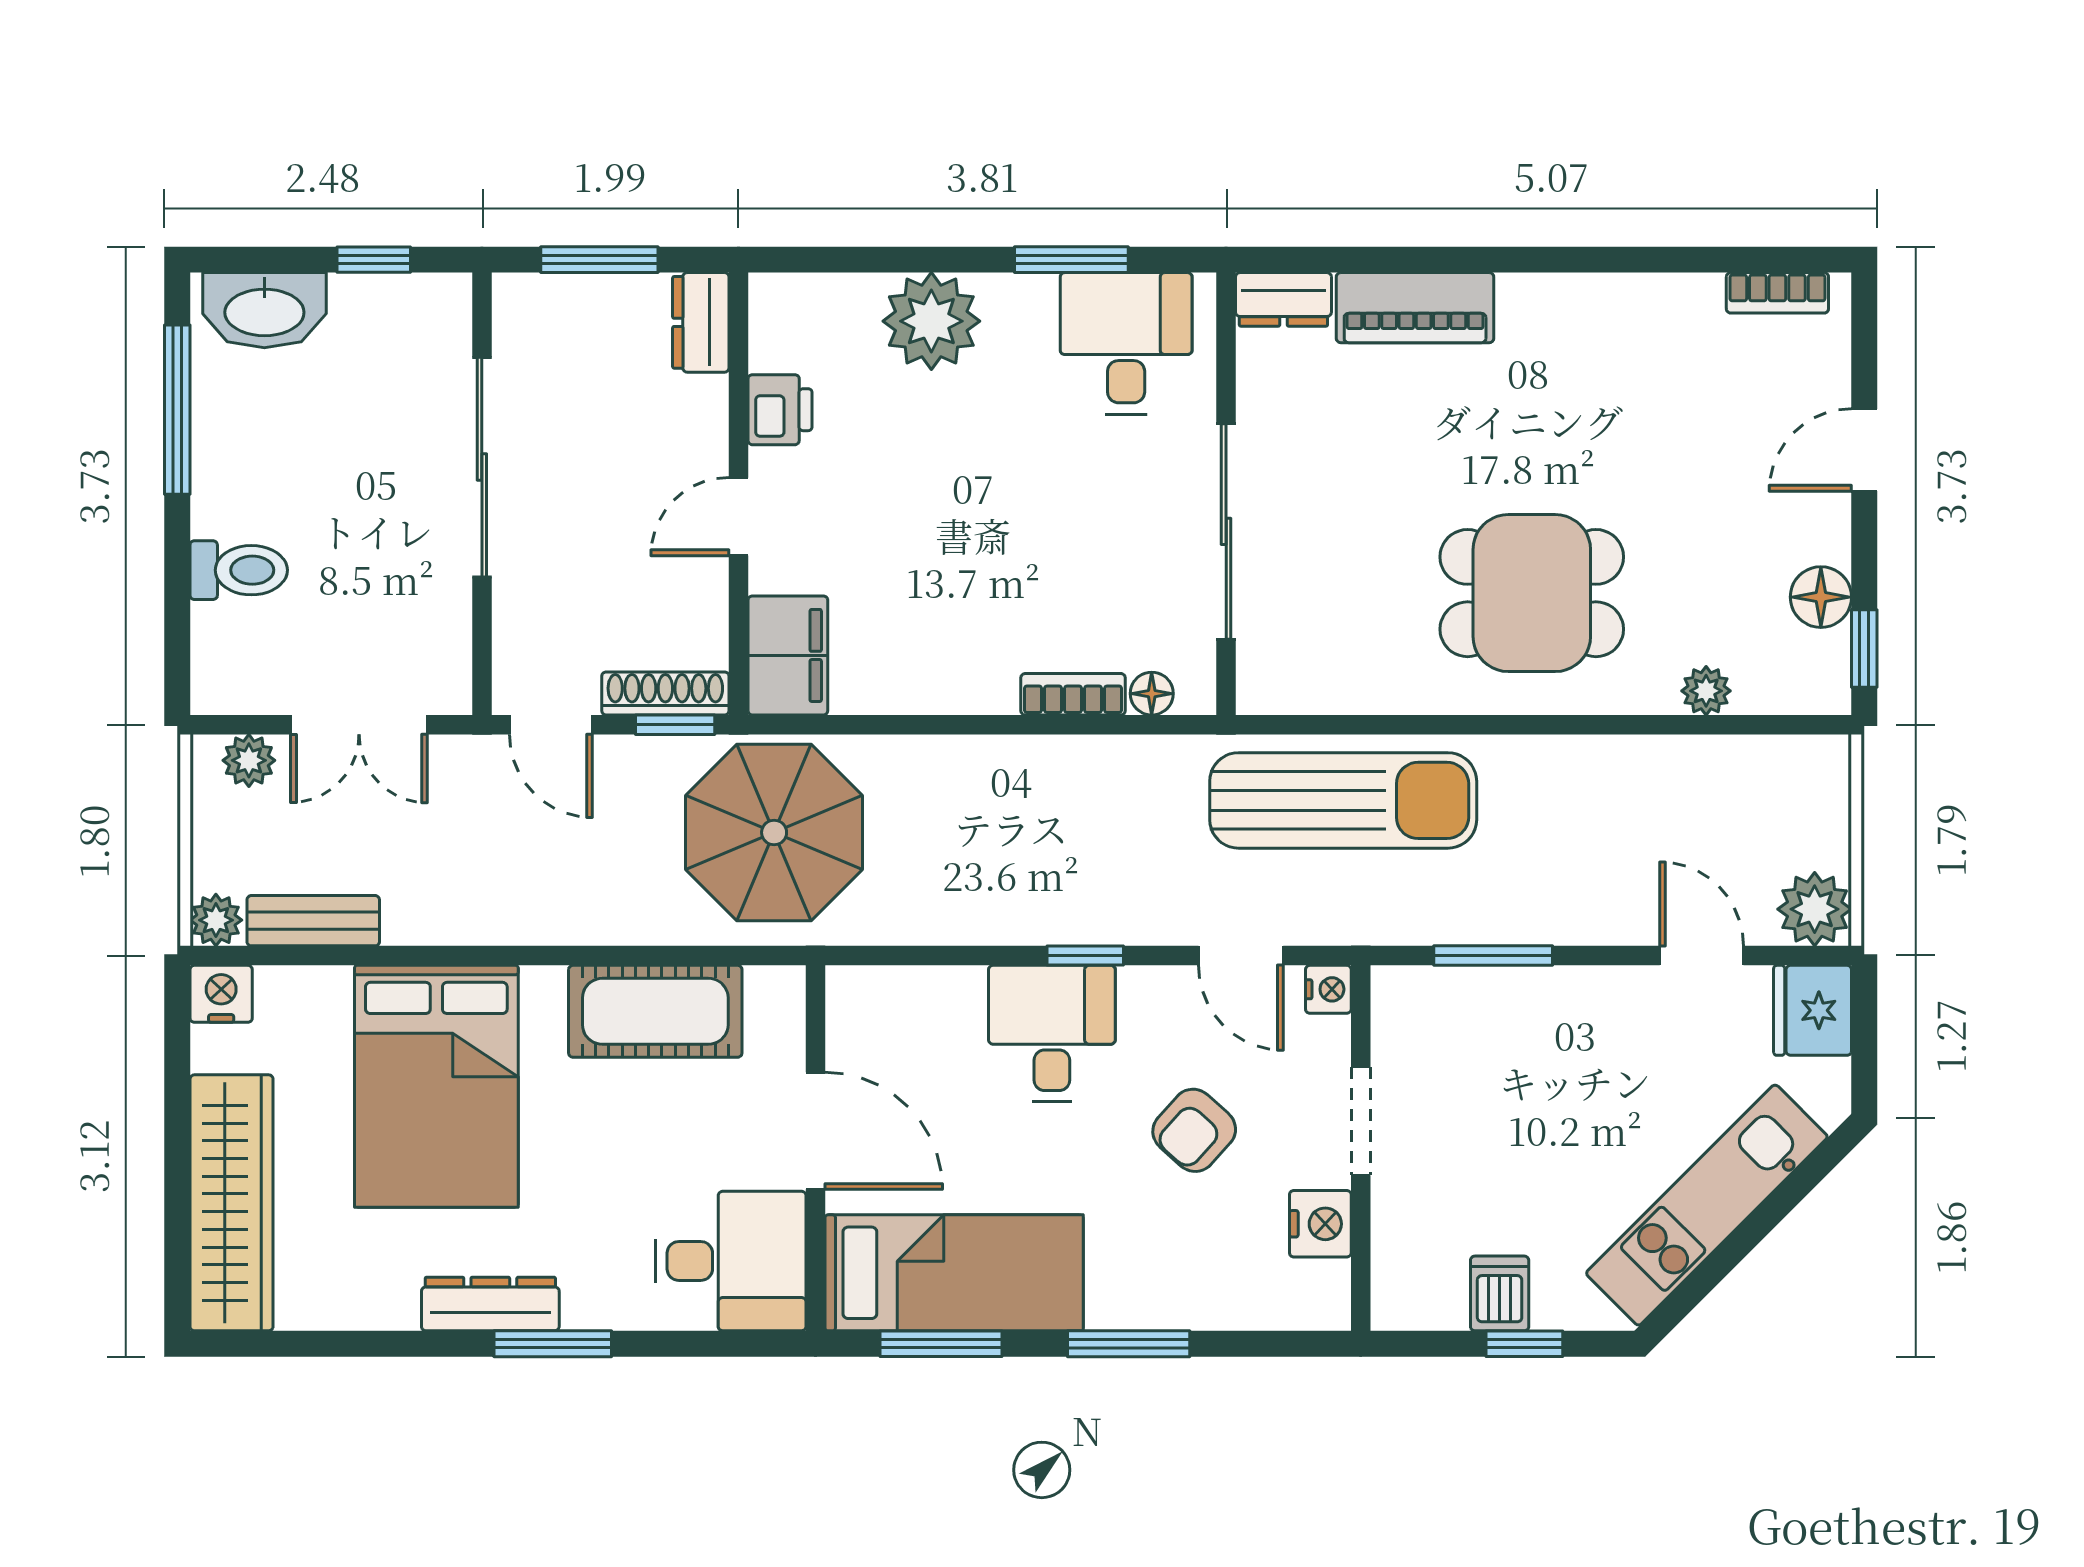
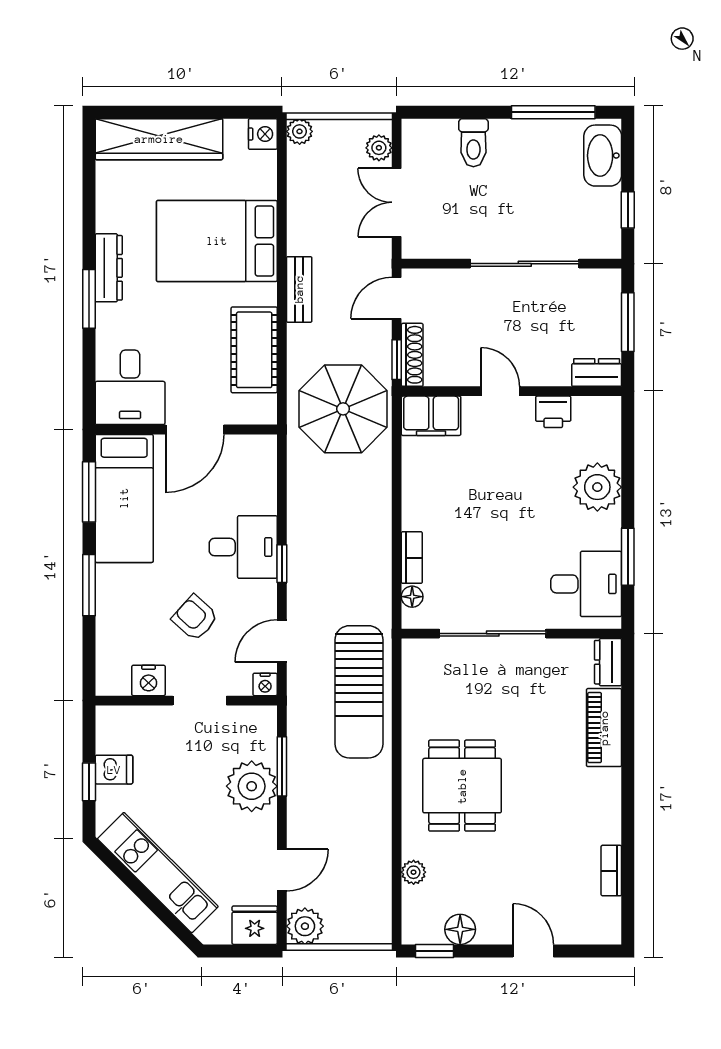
bookcase: (1777, 293) -> (611, 871), moved
bench: (313, 921) -> (299, 289), moved
plant: (1533, 1016) -> (252, 786), added

